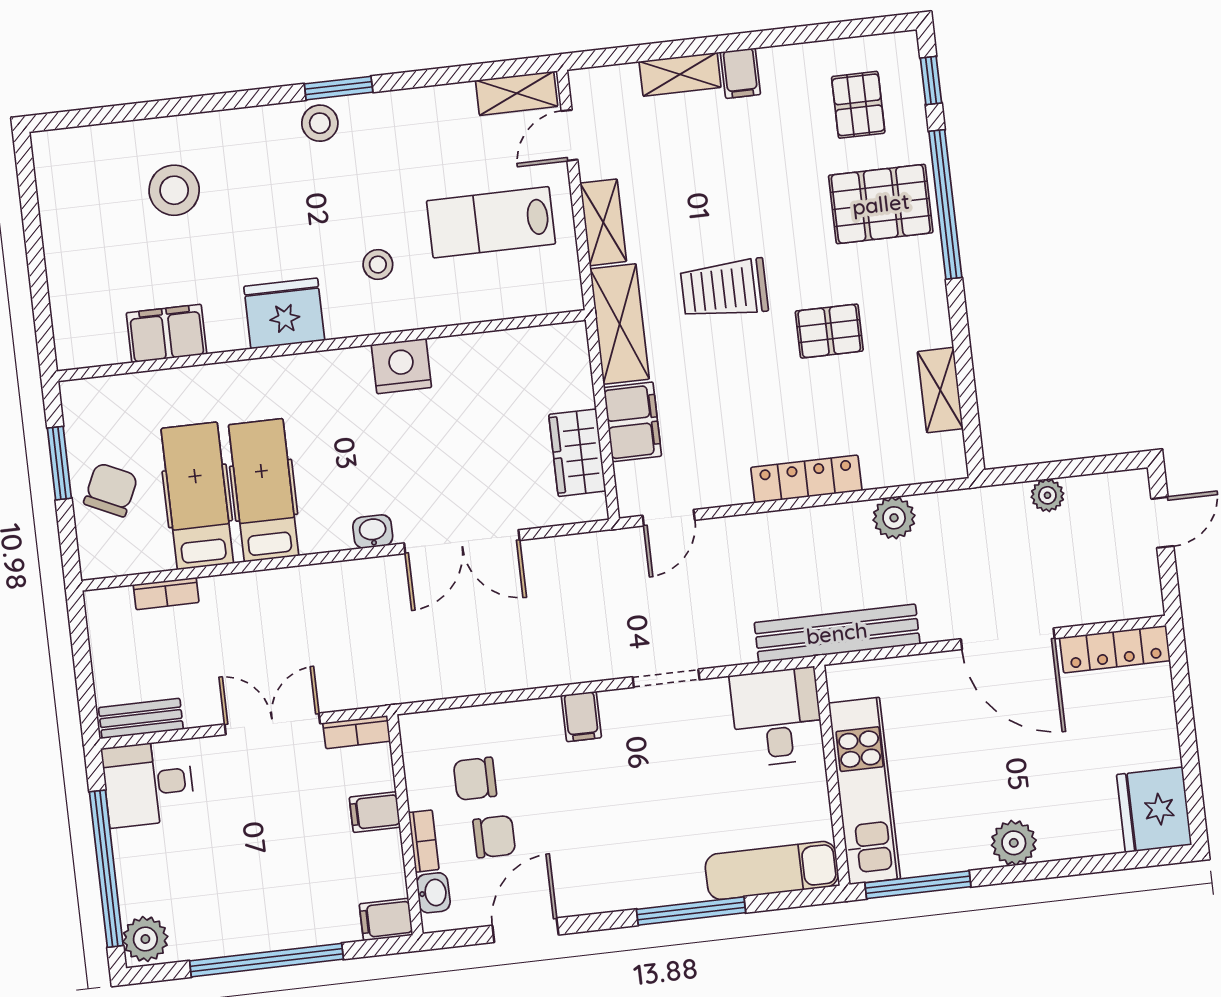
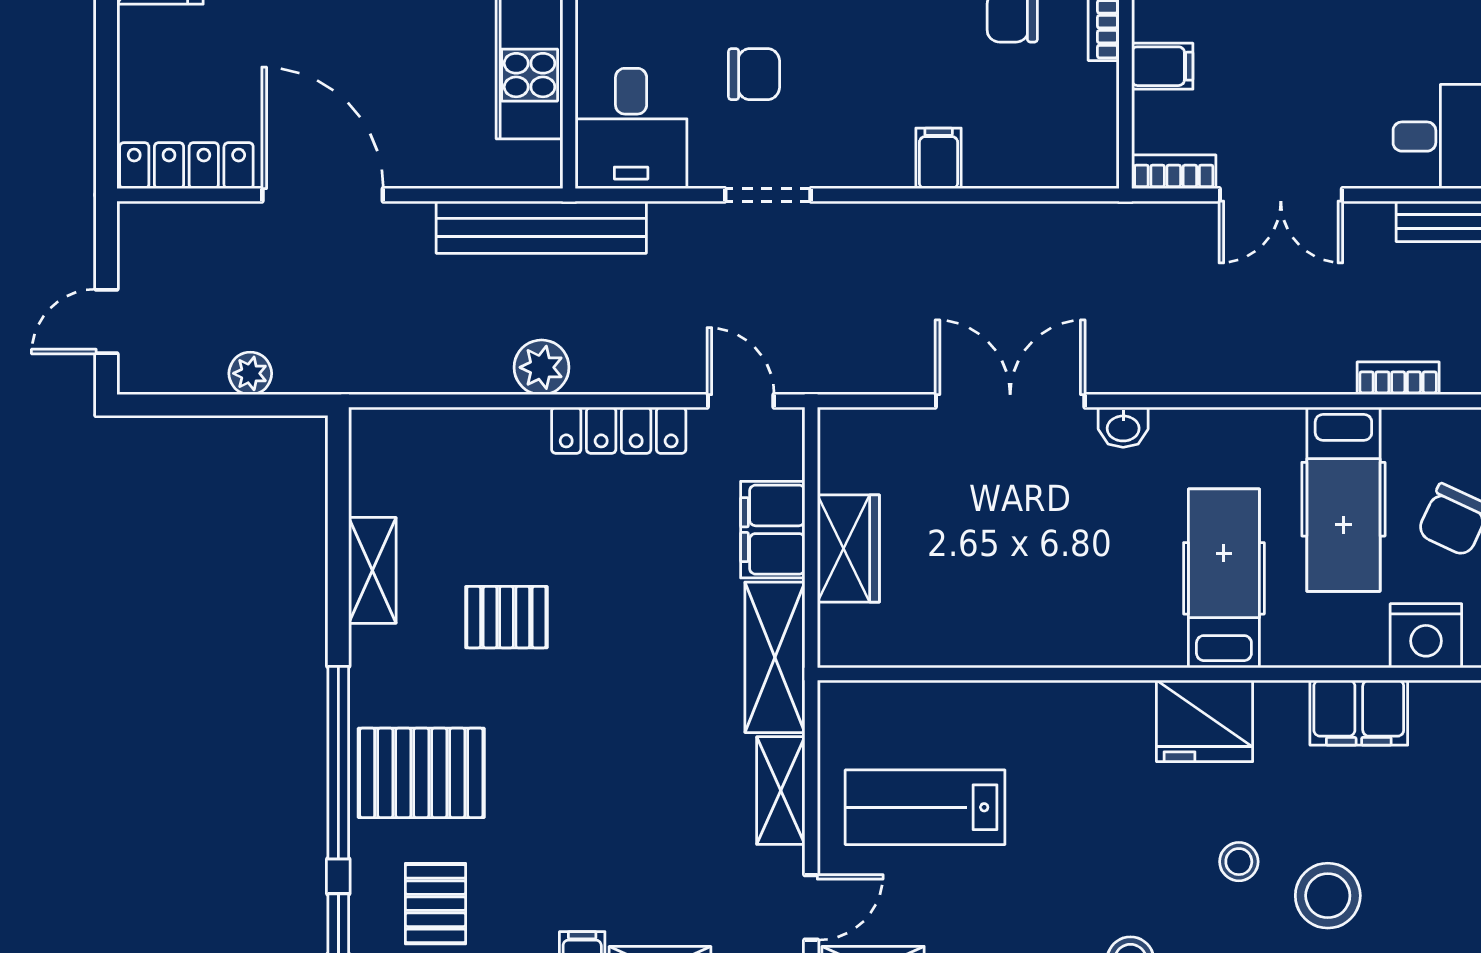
lab bench: (491, 222) -> (925, 807), turned 180
stool: (378, 265) -> (1239, 862), moved
trolley: (724, 289) -> (635, 687), removed
nightstand: (401, 366) -> (1426, 636), moved
shelving: (940, 390) -> (372, 570), moved
wardrobe: (577, 453) -> (848, 548), moved
locker: (806, 479) -> (619, 430), moved
hospital bed: (264, 490) -> (1224, 578), moved, turned 180
door: (669, 518) -> (741, 401), hinge flipped
plant: (894, 518) -> (542, 367), moved
filing cabinet: (581, 716) -> (939, 158), moved
chair: (475, 779) -> (754, 74), moved

